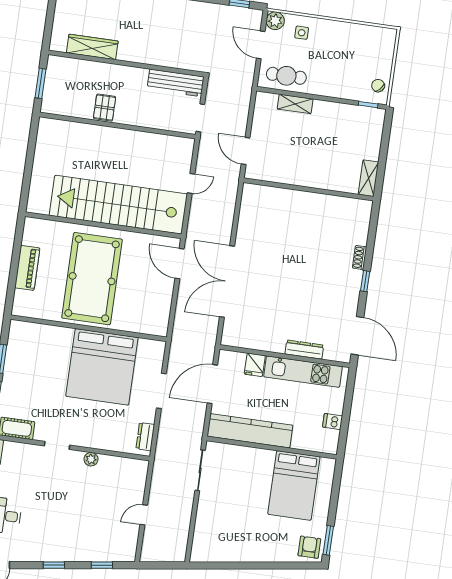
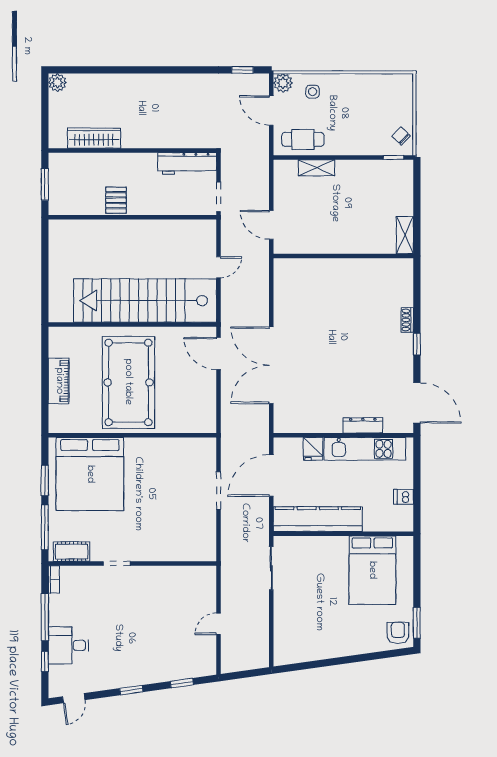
bed: (102, 367) -> (90, 474), moved
dresser: (145, 437) -> (208, 541), removed
plant: (91, 459) -> (155, 573), removed

